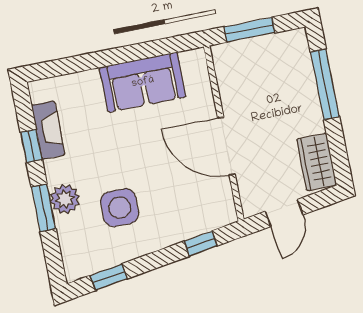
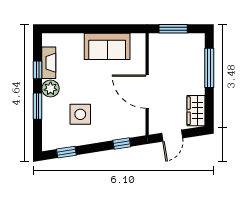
plant: (65, 199) -> (51, 88), moved

